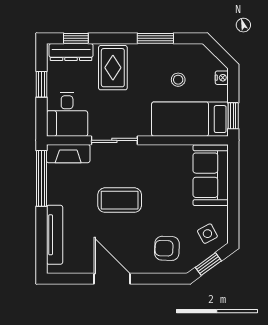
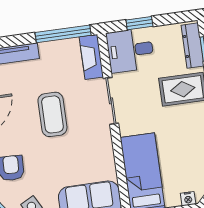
stool: (178, 80) -> (180, 156), removed
window: (42, 84) -> (139, 23), moved

